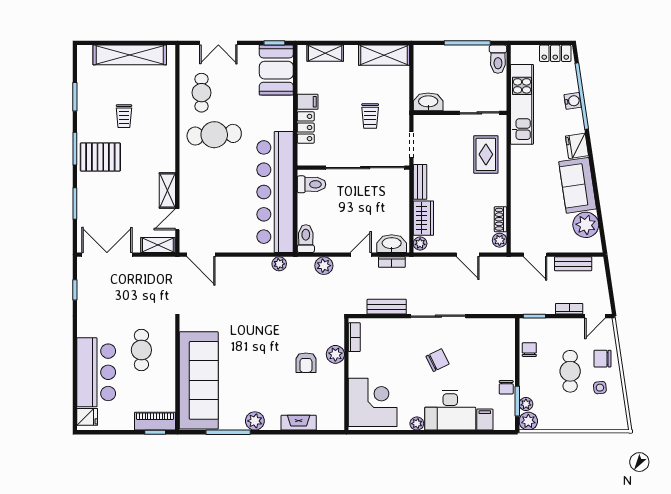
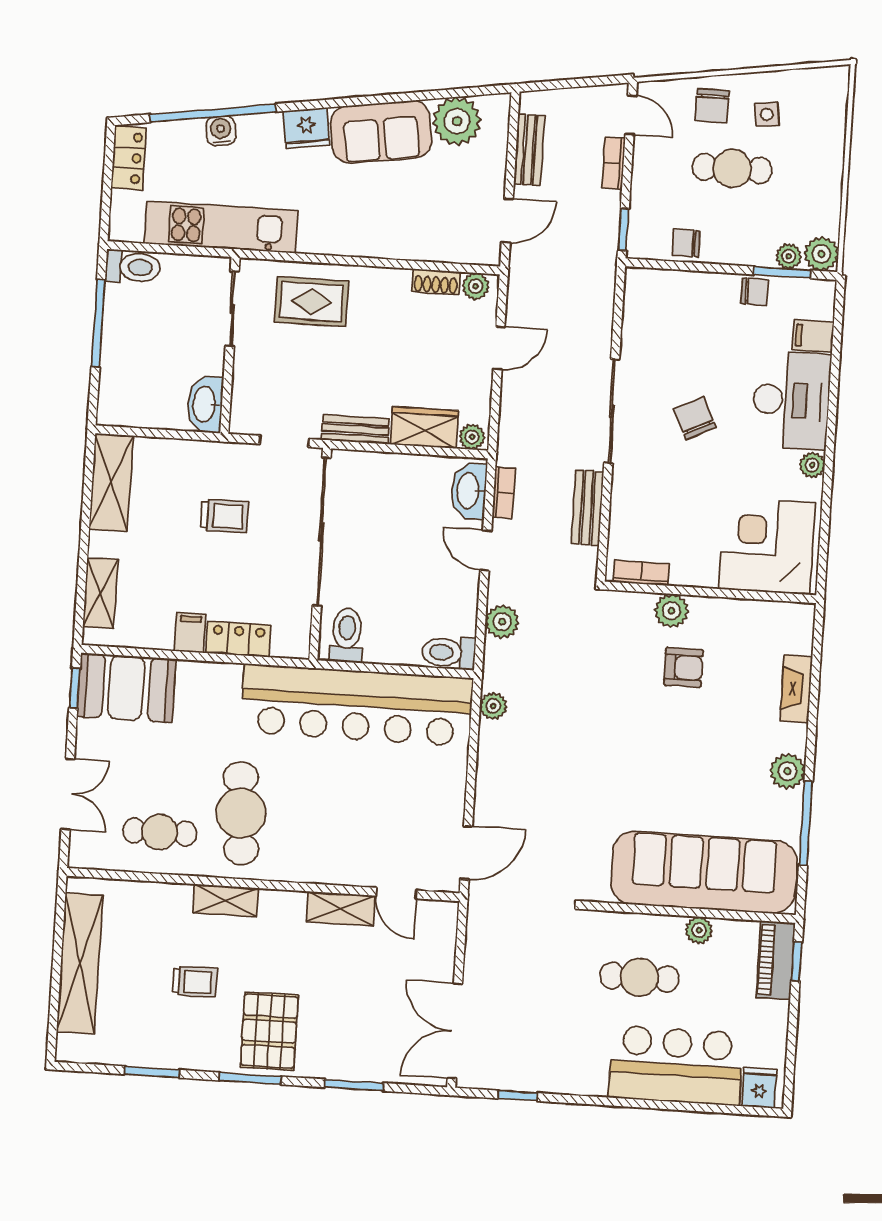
shelving: (158, 245) -> (226, 900), moved, turned 90
plant: (168, 380) -> (699, 930), added

